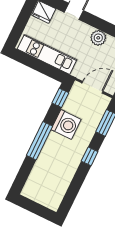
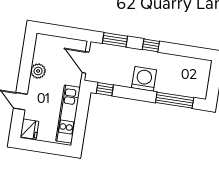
washing machine: (66, 124) -> (144, 79), moved
window: (40, 141) -> (175, 100), moved

